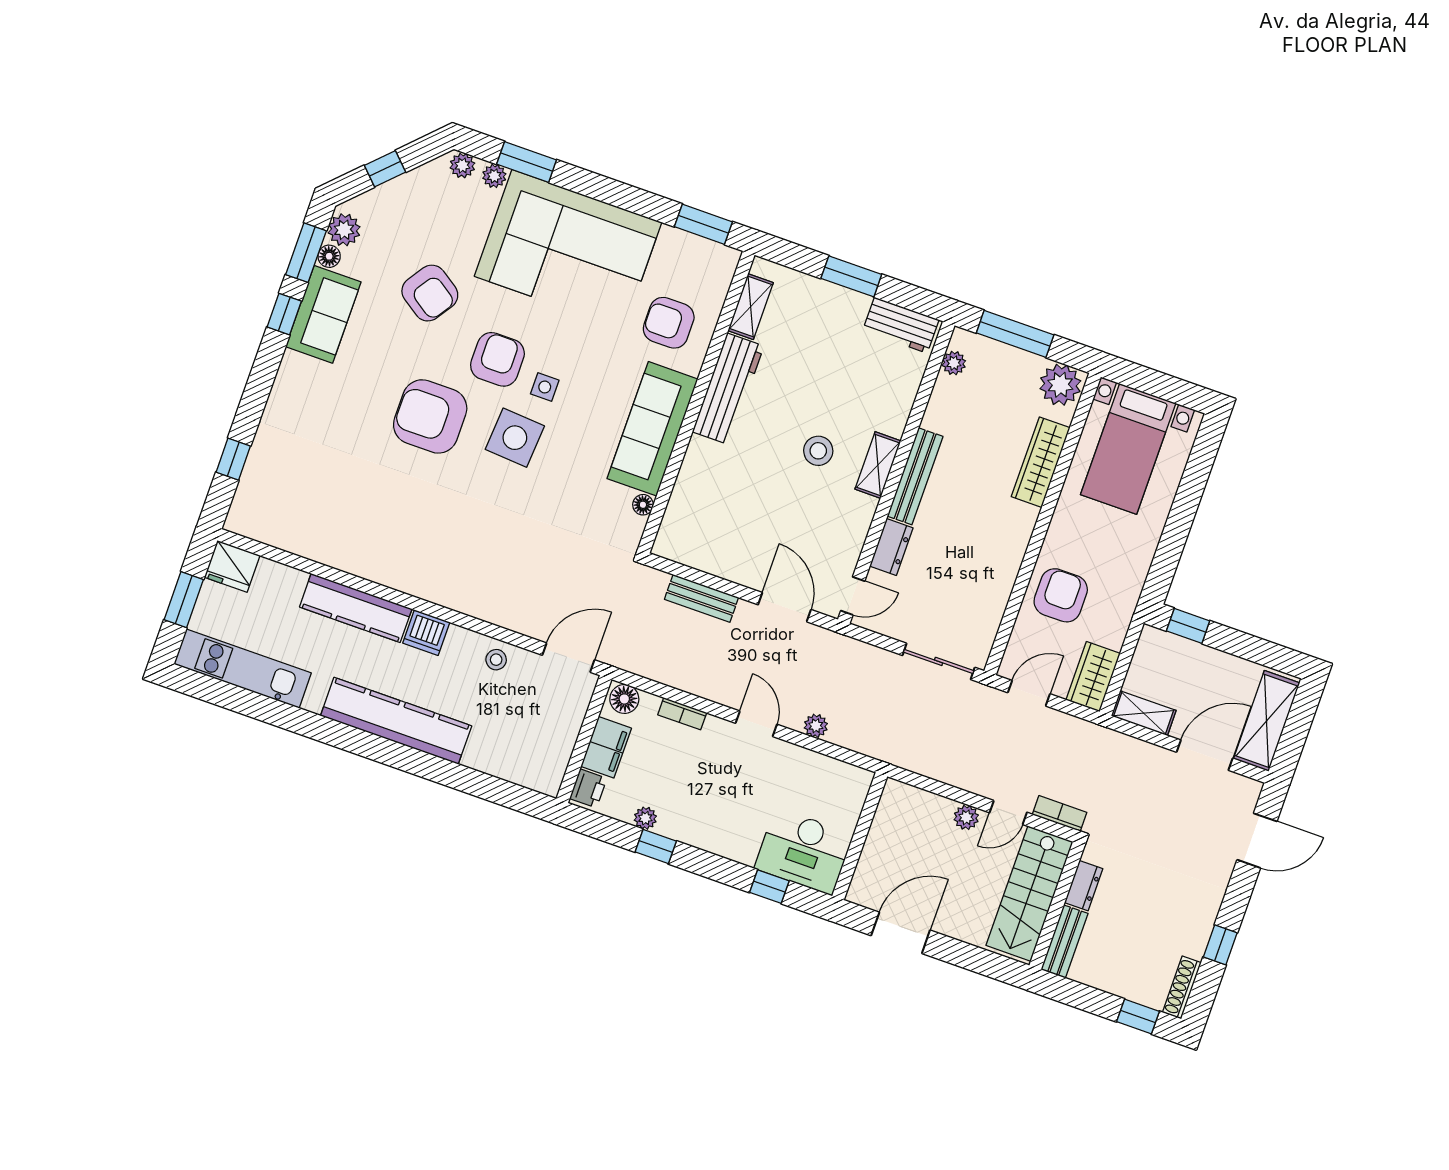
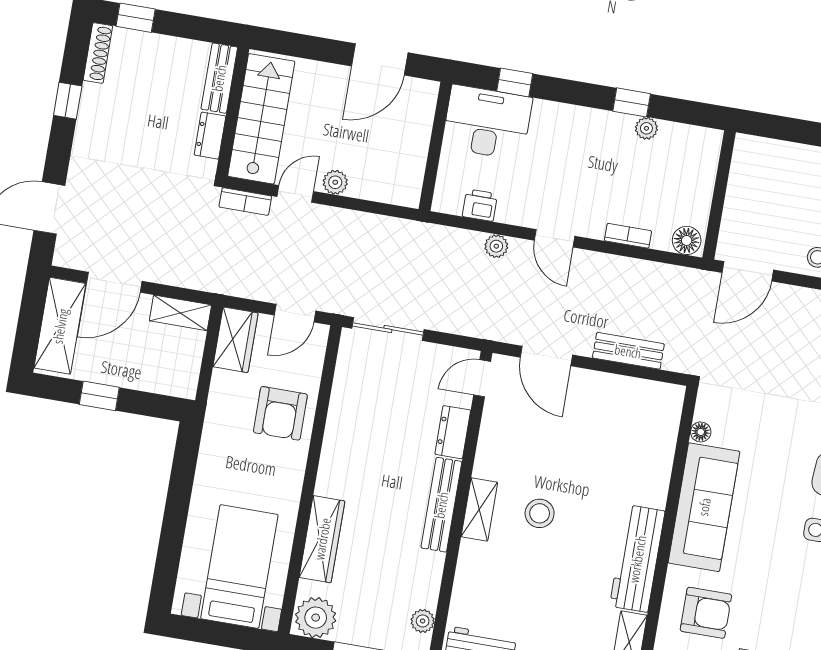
window: (1188, 626) -> (99, 396), moved
filing cabinet: (606, 747) -> (696, 191), removed
printer: (588, 788) -> (480, 205), moved, turned 90

